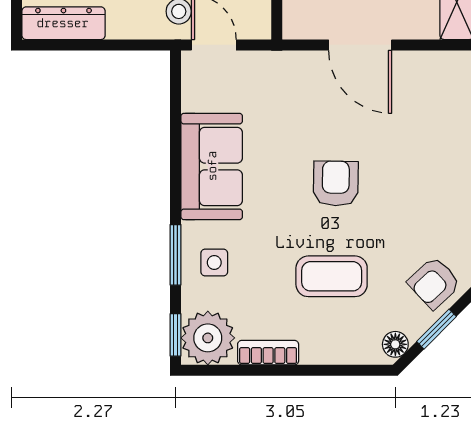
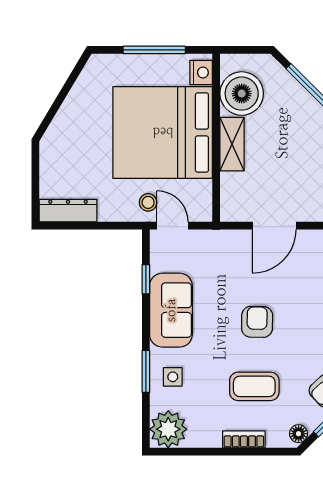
door: (360, 45) -> (274, 226), hinge flipped
window: (175, 335) -> (146, 279), moved
bookcase: (268, 353) -> (244, 439), moved

